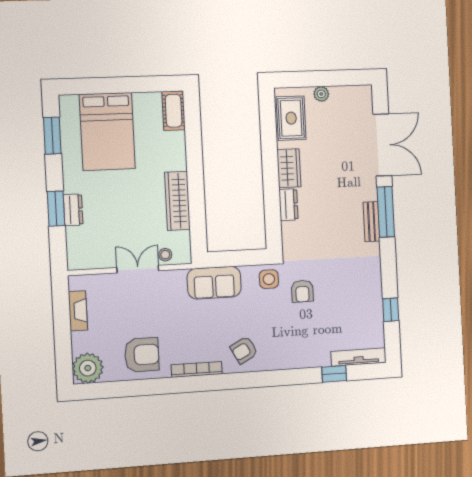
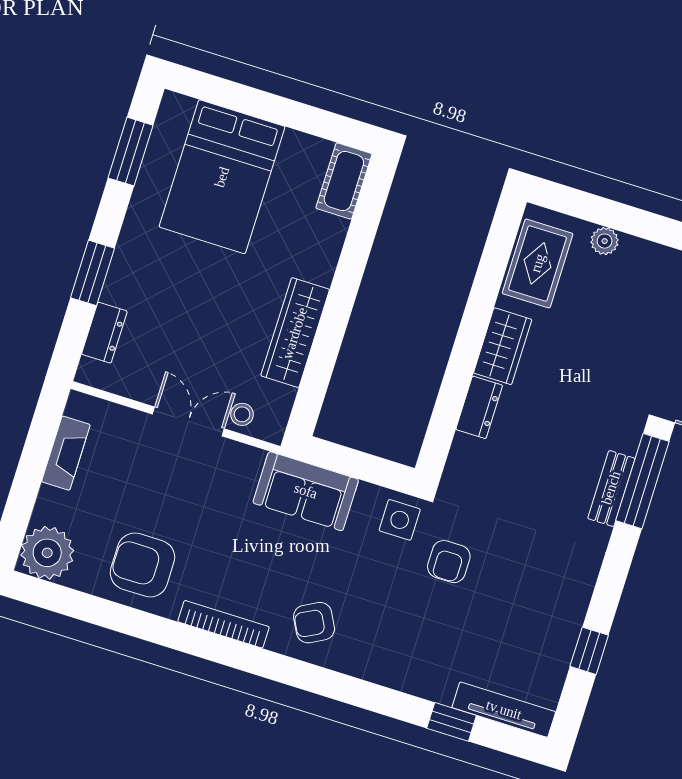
dresser: (73, 210) -> (104, 333), moved
armchair: (142, 355) -> (142, 565), turned 180

